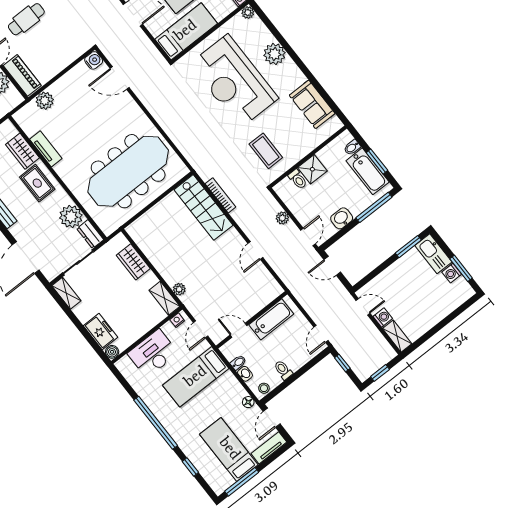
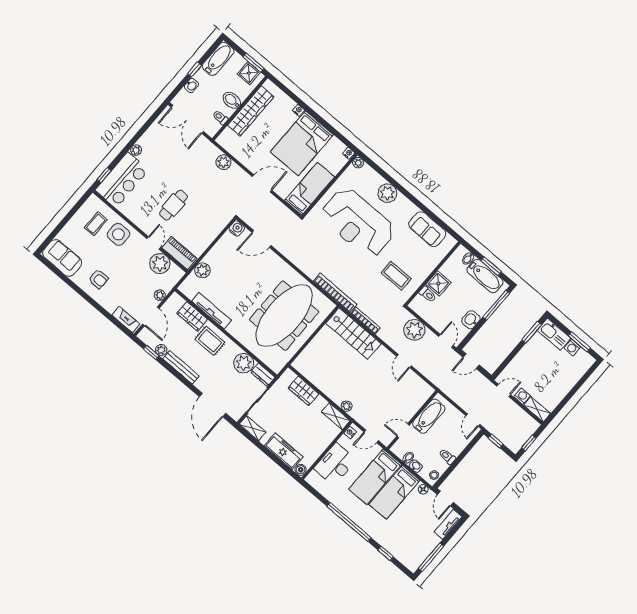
tv unit: (46, 149) -> (211, 311), width x1.41
bookcase: (192, 156) -> (335, 293), added
plant: (282, 218) -> (414, 330), width x1.88, depth x1.88
door: (201, 329) -> (371, 436), hinge flipped
freezer: (101, 331) -> (284, 451), width x1.40
bed: (229, 449) -> (394, 492), moved, turned -90

